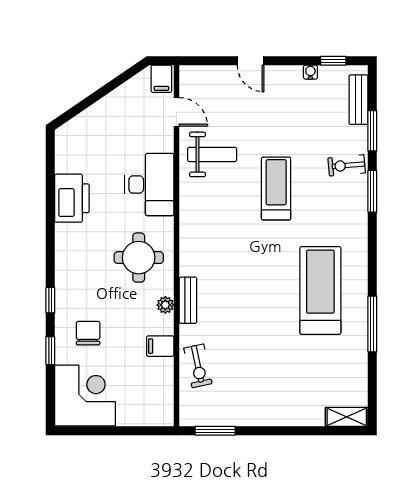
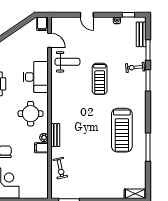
treadmill: (276, 188) -> (100, 79), turned 180
treadmill: (320, 290) -> (122, 130), turned 180
filing cabinet: (160, 346) -> (41, 148), moved

